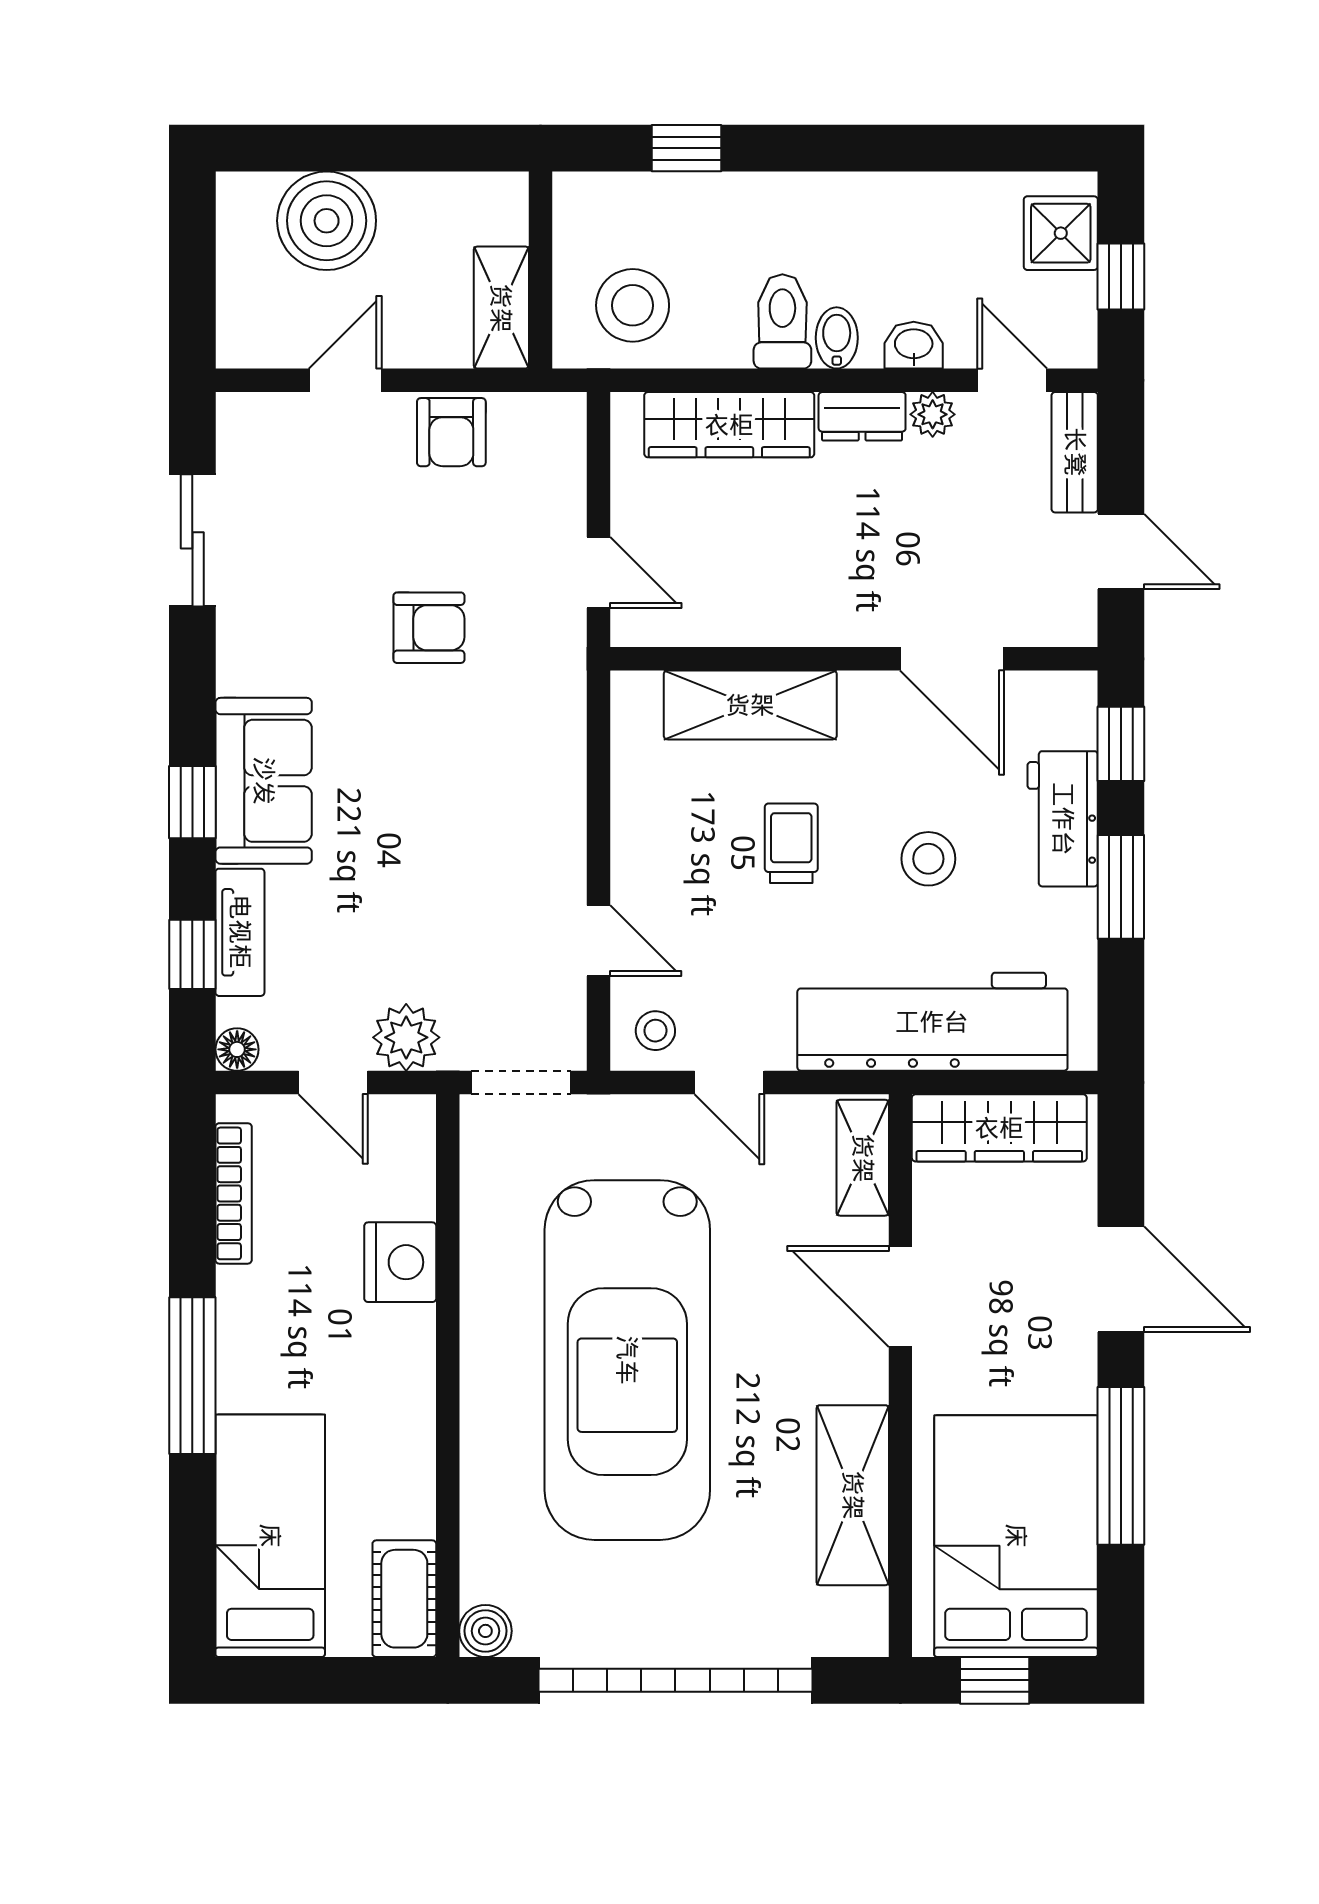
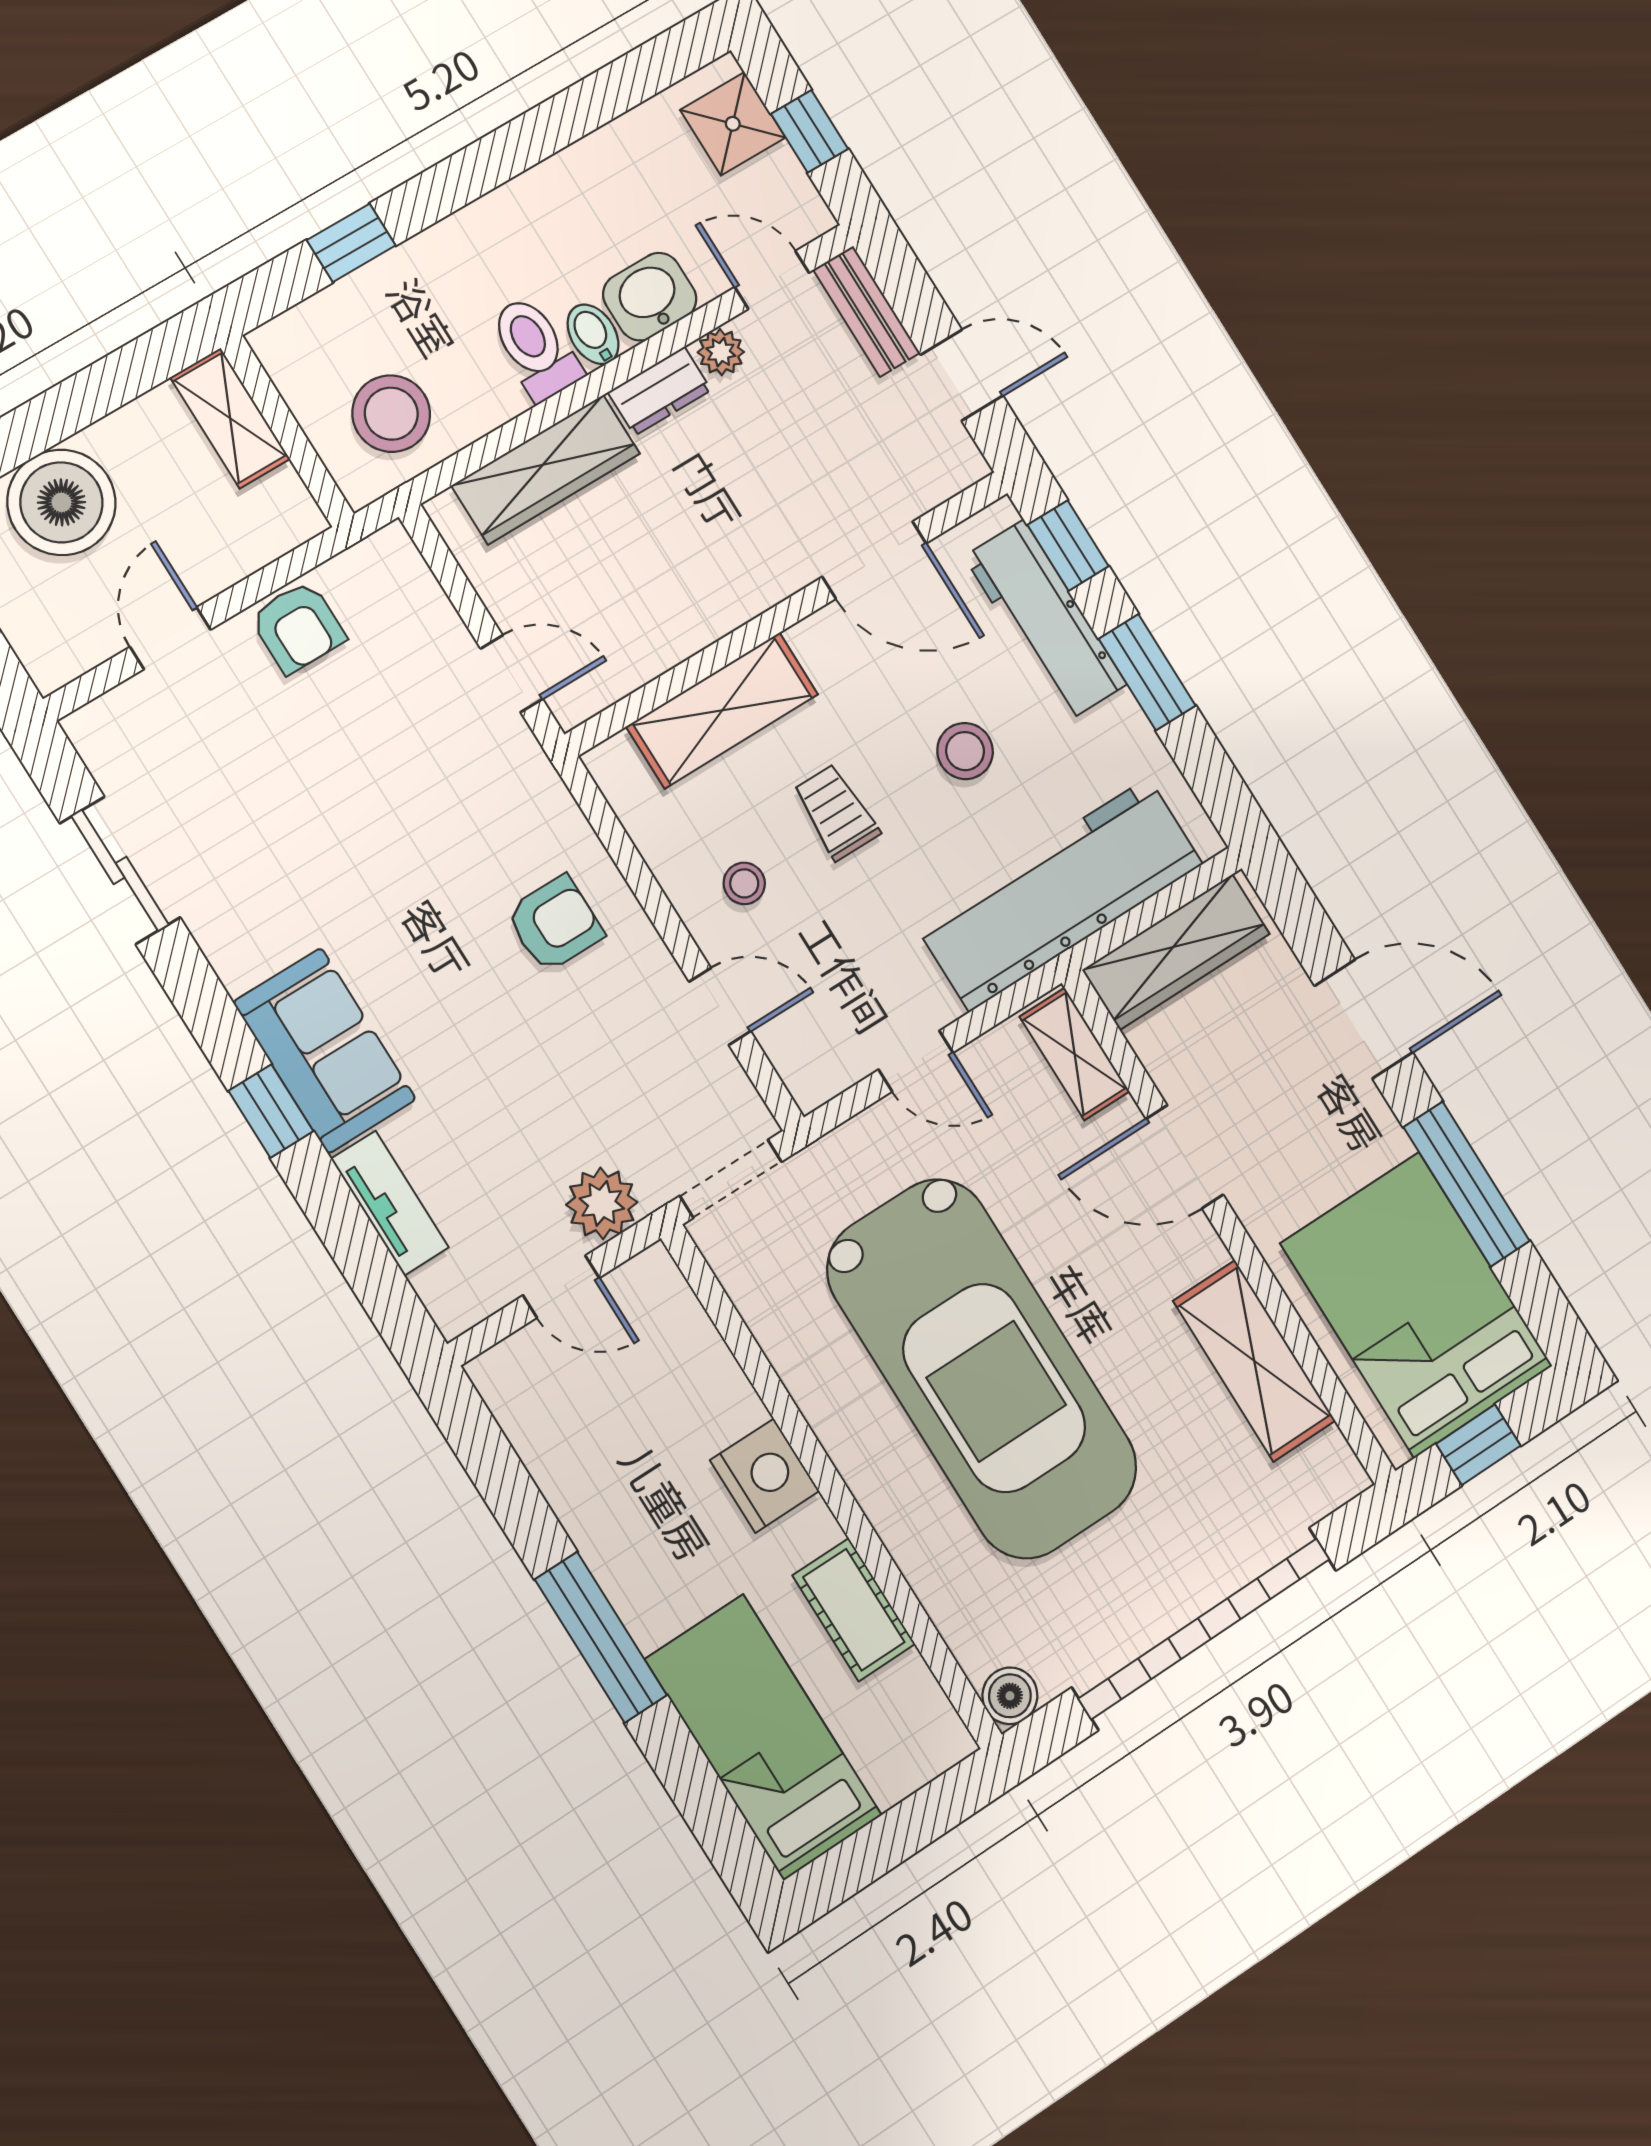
shelving: (501, 308) -> (230, 418), moved
washbasin: (914, 345) -> (650, 297), width x1.38, depth x1.45
armchair: (429, 628) -> (555, 924), moved
workbench: (1063, 819) -> (1045, 621), width x1.37
window: (192, 954) -> (359, 1251), removed
stool: (655, 1031) -> (744, 883), moved
floor lamp: (237, 1049) -> (454, 1312), removed
bookcase: (234, 1193) -> (534, 1446), removed
nightstand: (400, 1262) -> (765, 1476), moved
cot: (404, 1599) -> (854, 1610), moved

